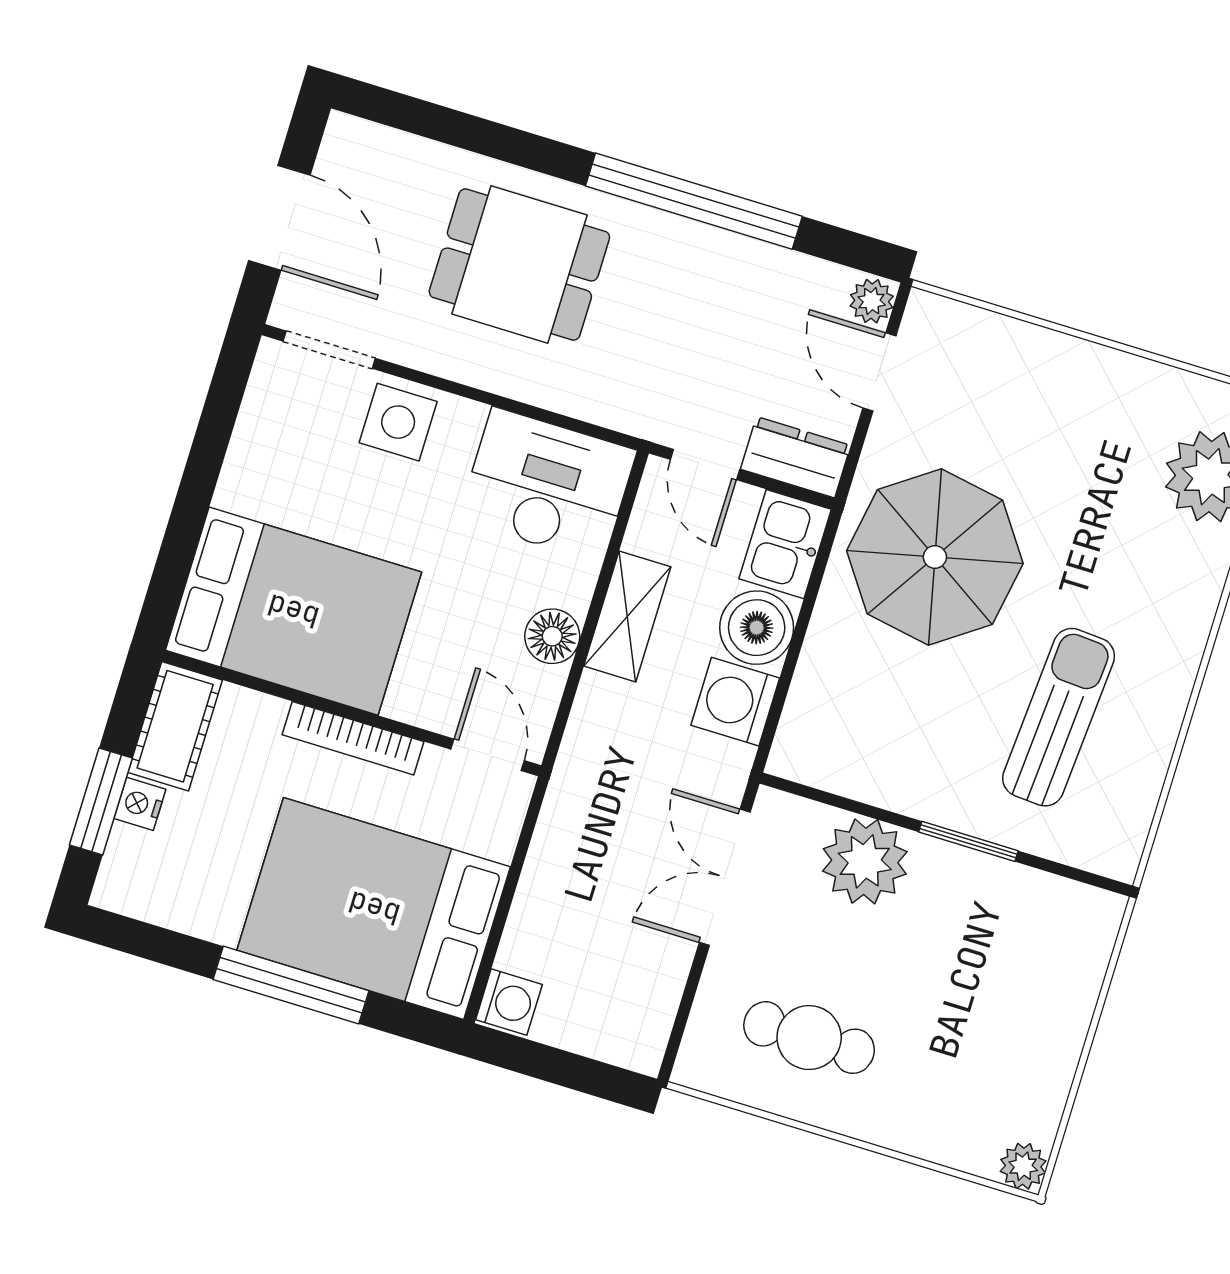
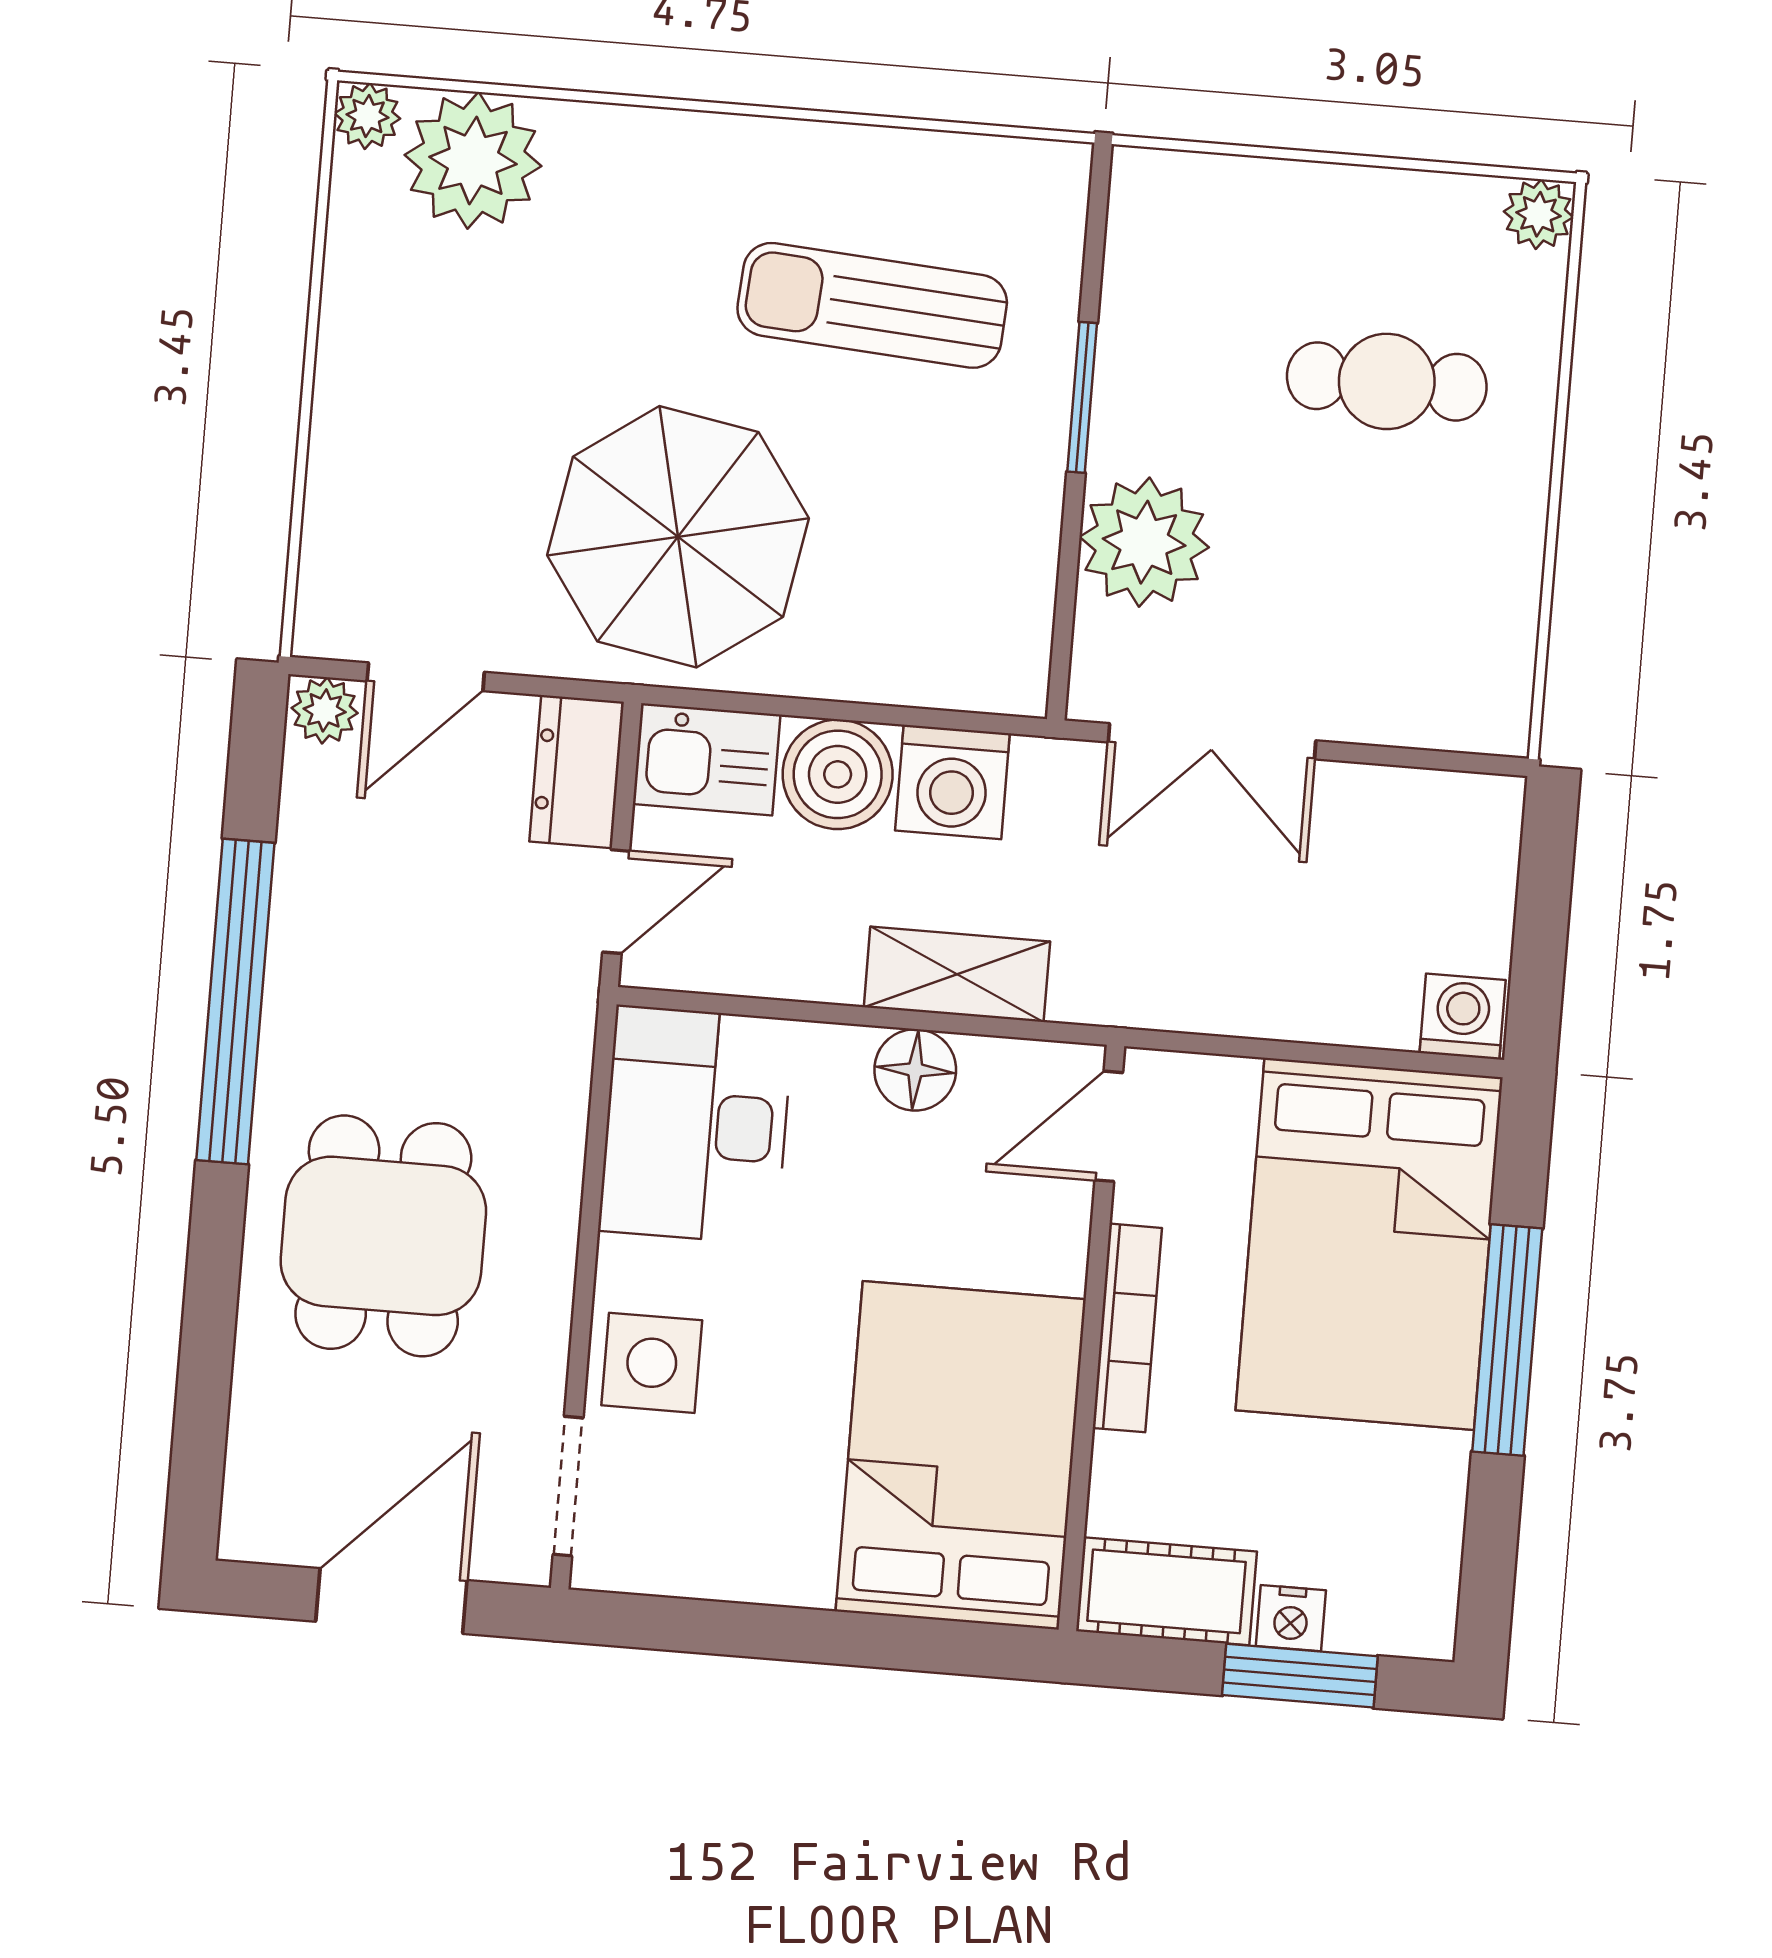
shelving: (627, 616) -> (957, 974), moved
cafe table: (809, 1038) -> (1387, 381), moved, turned 90

